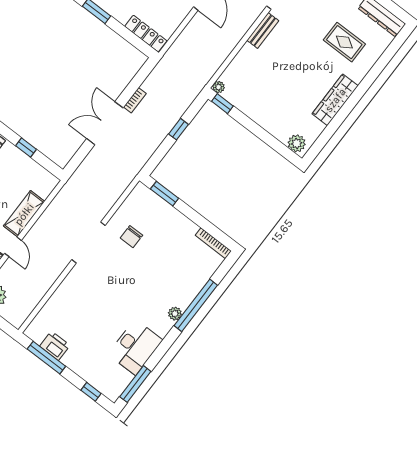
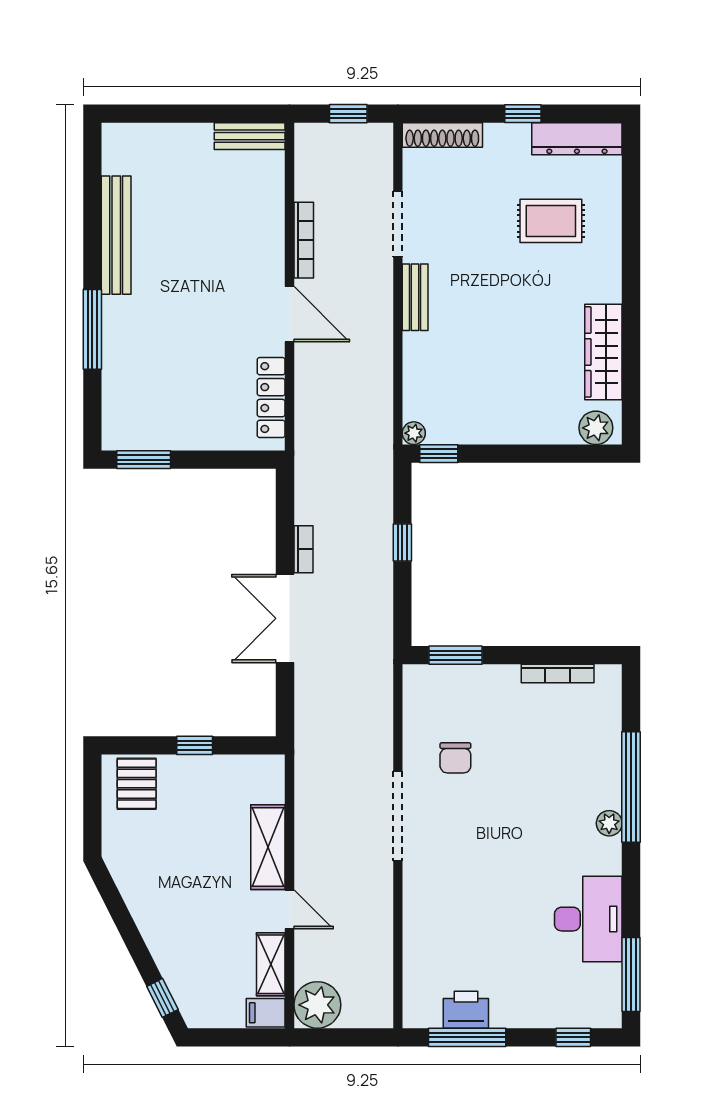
locker: (146, 34) -> (271, 398), moved, turned -90
wardrobe: (335, 100) -> (603, 352), moved
bookcase: (213, 243) -> (558, 674), moved

